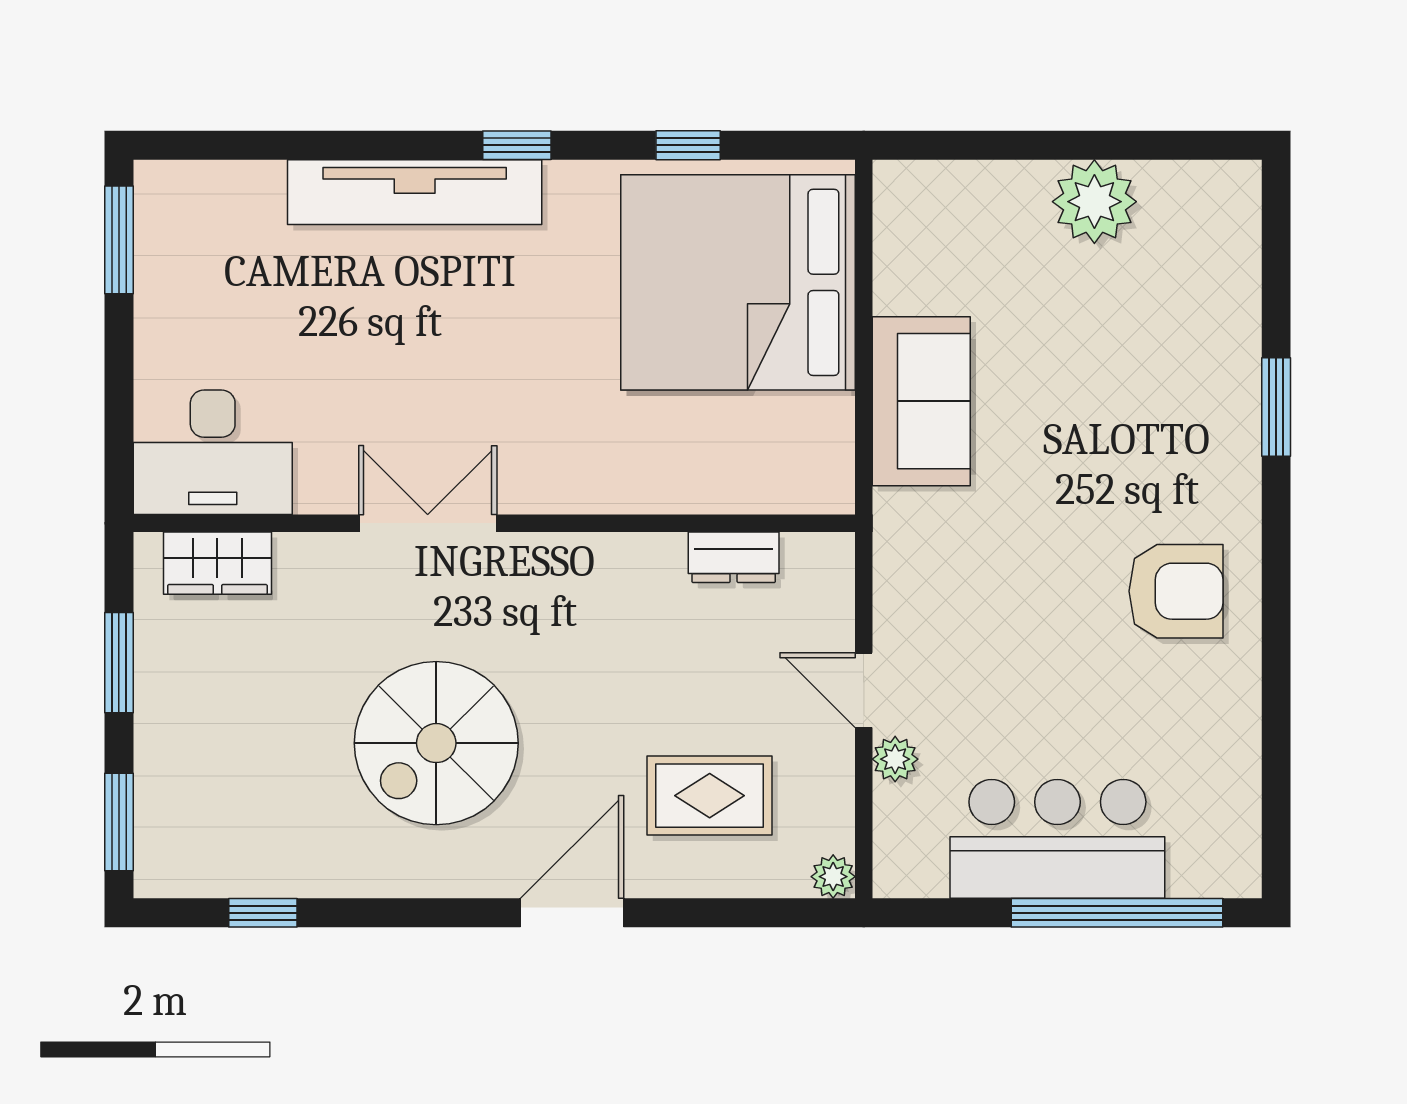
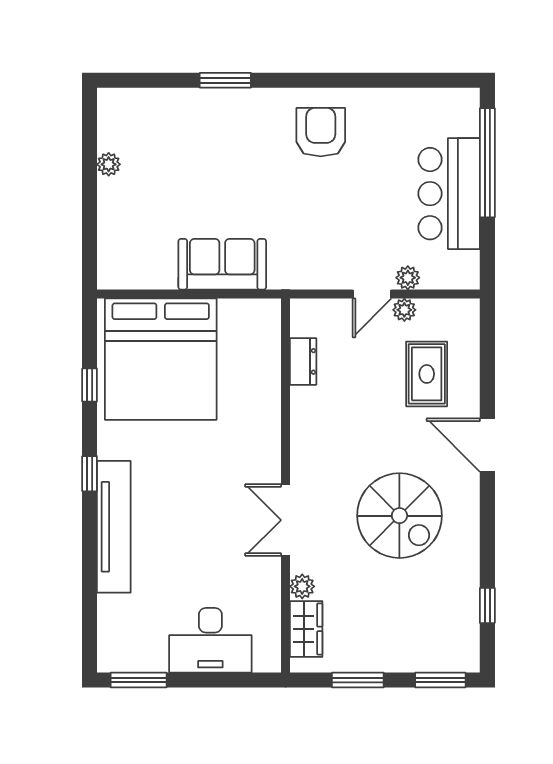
plant: (1094, 202) -> (109, 164), width x0.53, depth x0.53
desk: (213, 452) -> (210, 640), moved, turned 90
plant: (300, 555) -> (302, 586), added
plant: (833, 877) -> (404, 310), moved

